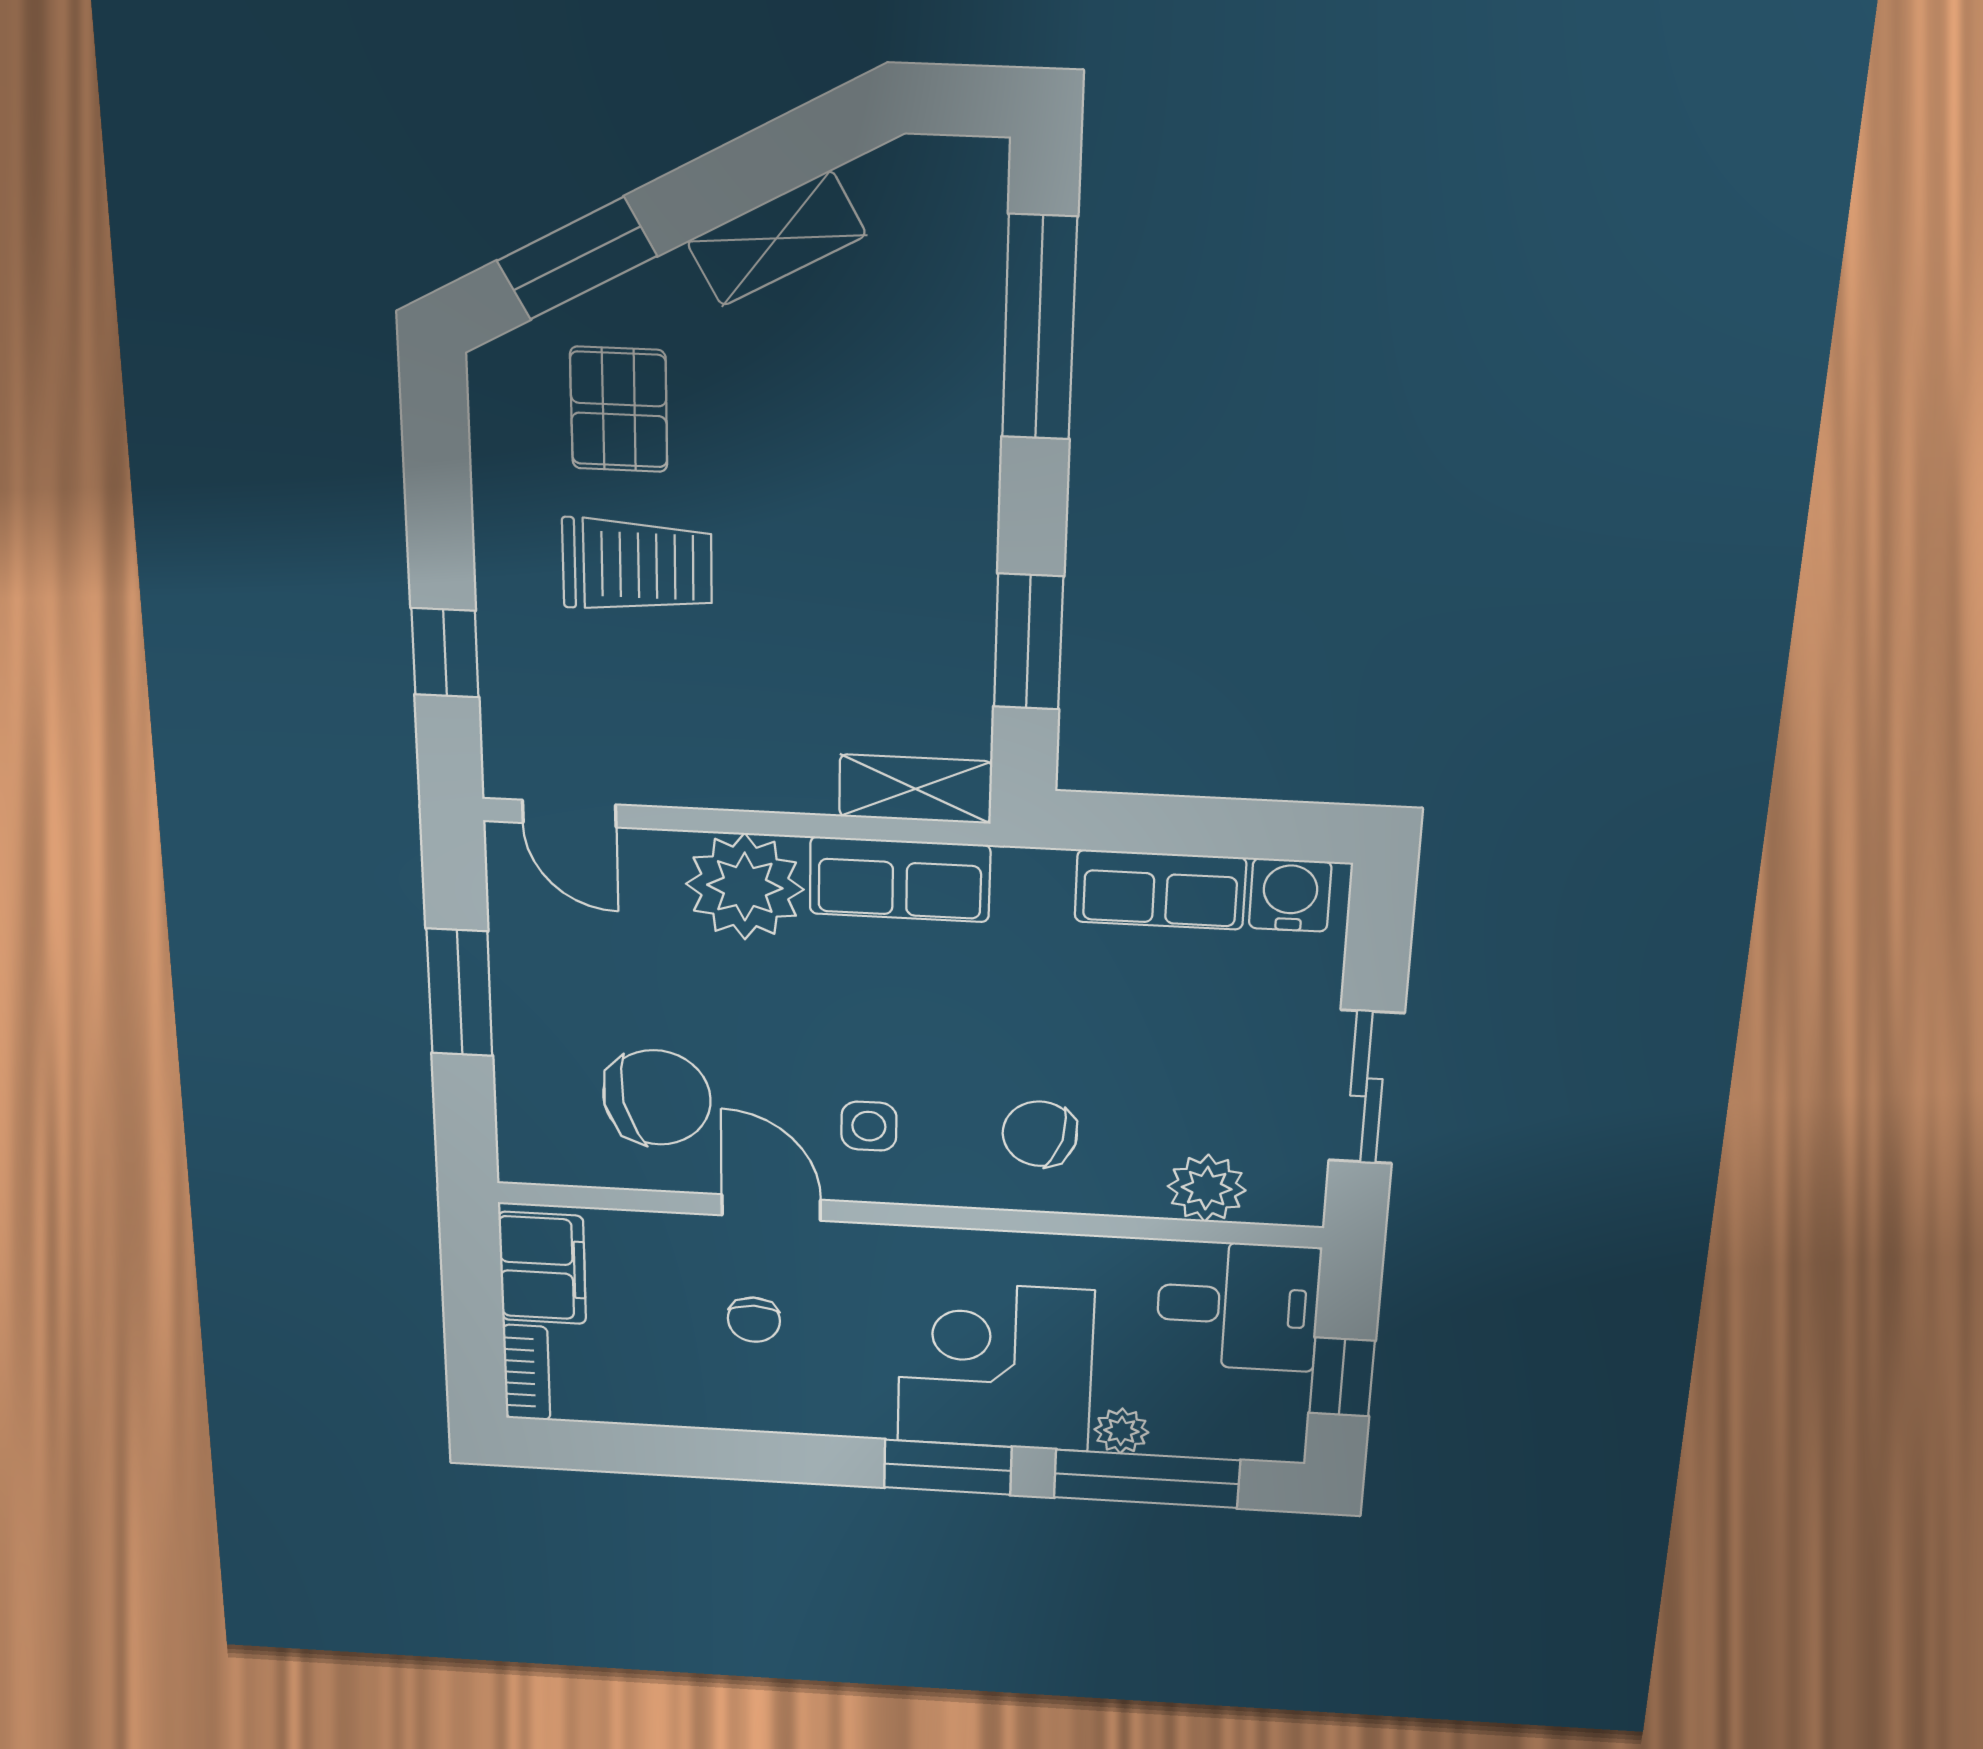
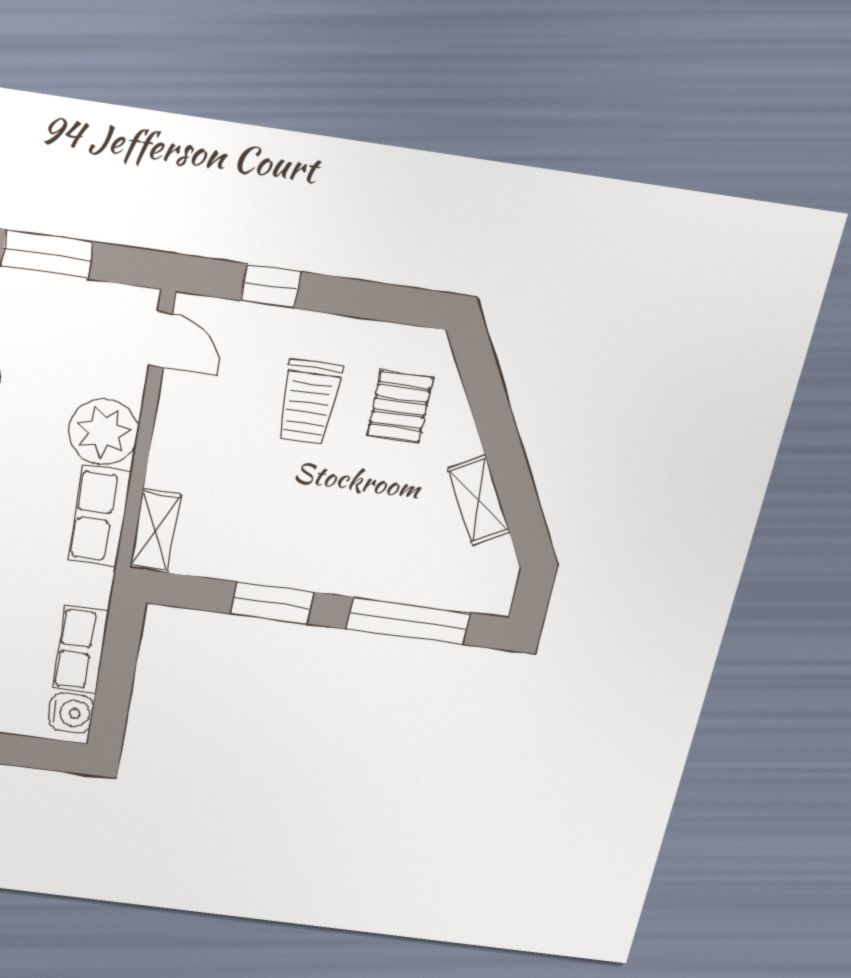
window: (577, 258) -> (487, 398), removed
pallet: (619, 409) -> (400, 407), turned 90
window: (1028, 642) -> (272, 603), moved
door: (569, 814) -> (160, 340), swing flipped

